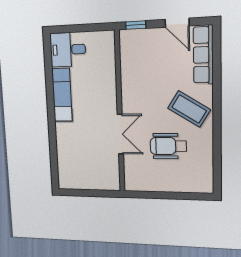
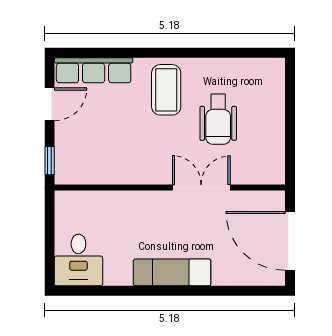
exam couch: (62, 95) -> (172, 272), moved
coffee table: (189, 109) -> (166, 90), turned -32
door: (87, 193) -> (290, 241), added

